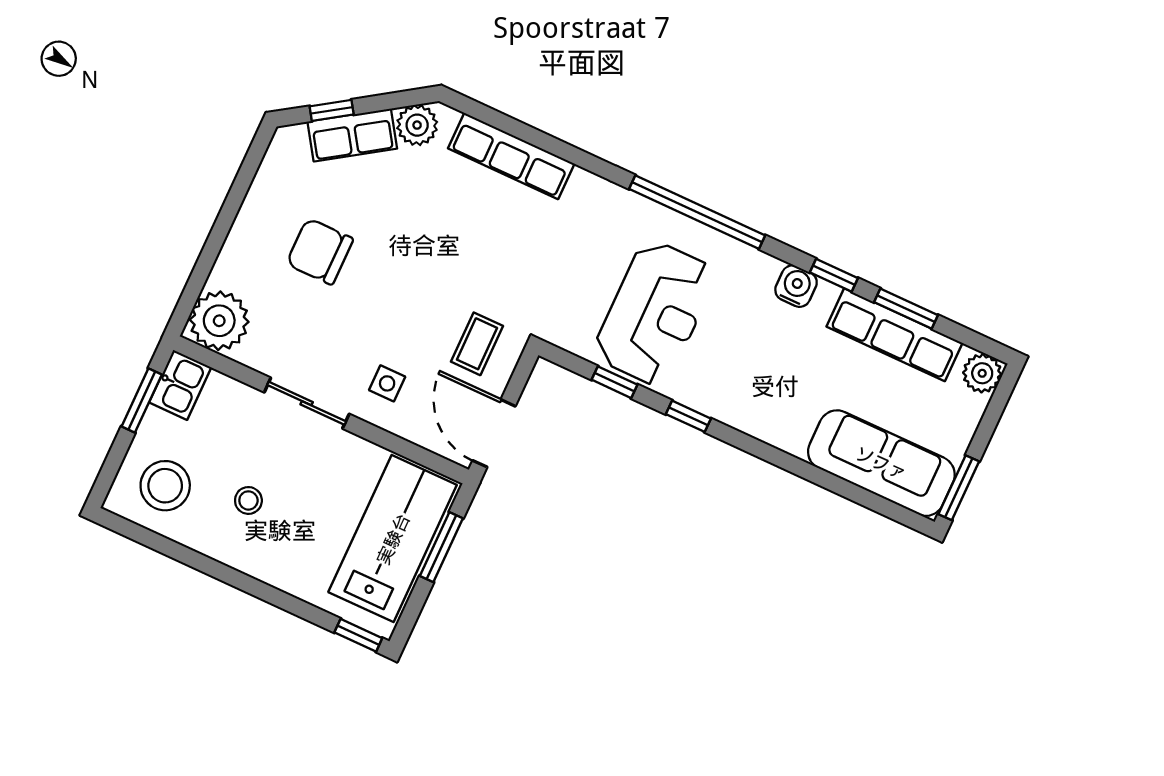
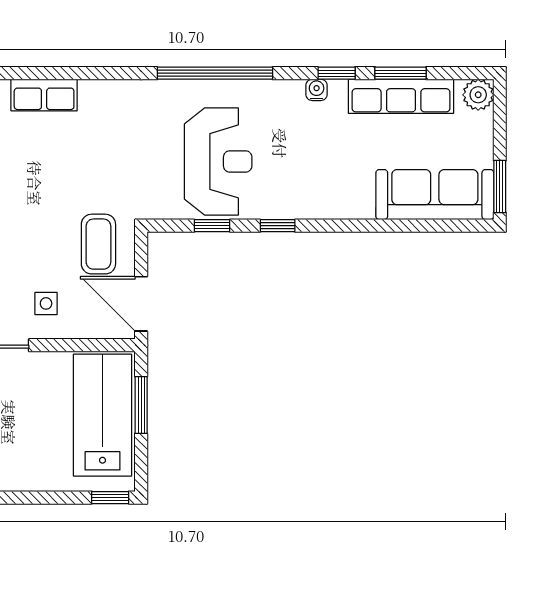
row of seats: (511, 156) -> (44, 95), width x0.68
water cooler: (796, 286) -> (317, 90), width x0.72, depth x0.72
coffee table: (477, 344) -> (98, 244), width x1.36, depth x1.30

